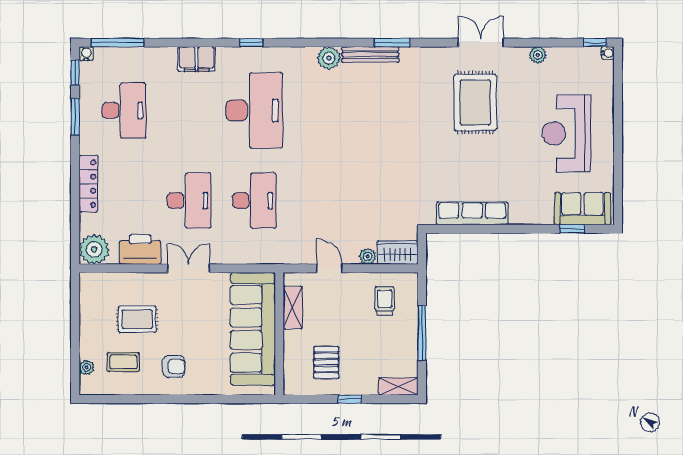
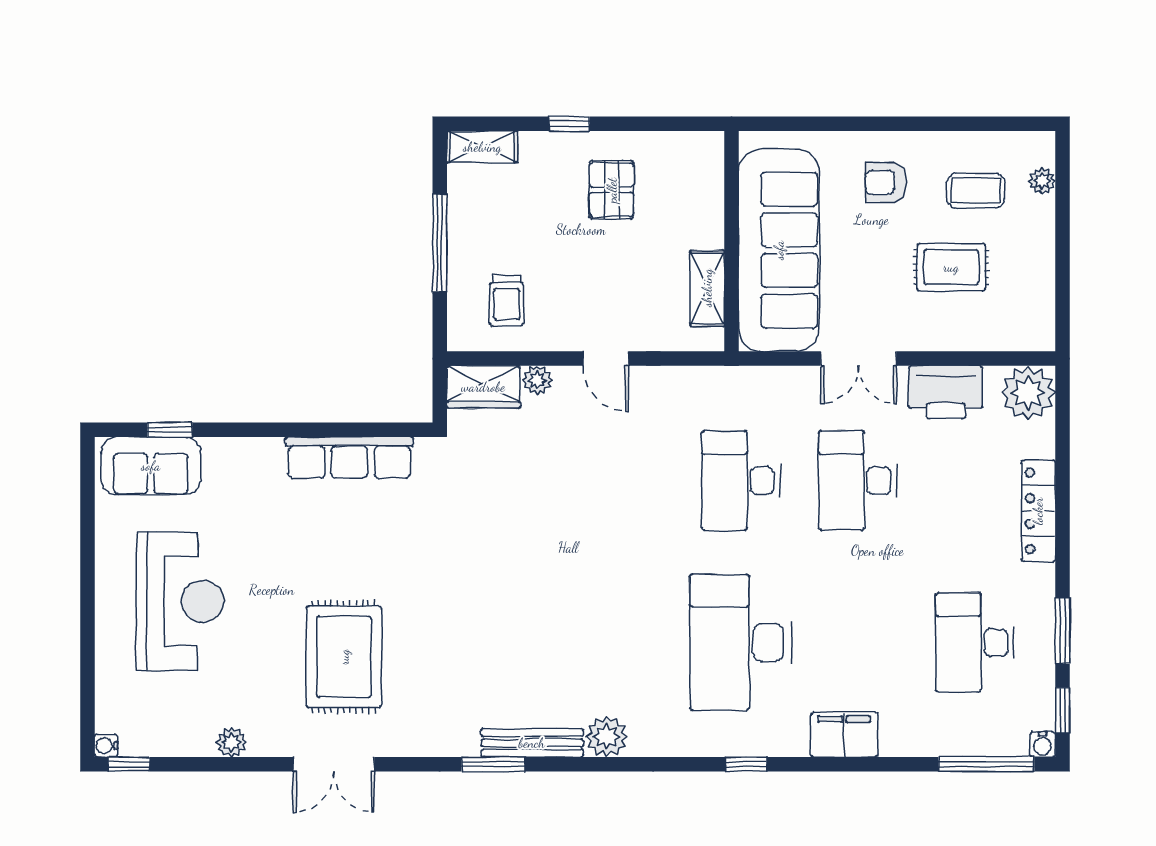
shelving: (293, 308) -> (707, 288), moved
sofa: (253, 329) -> (779, 250), moved
wall: (279, 334) -> (731, 241), moved

